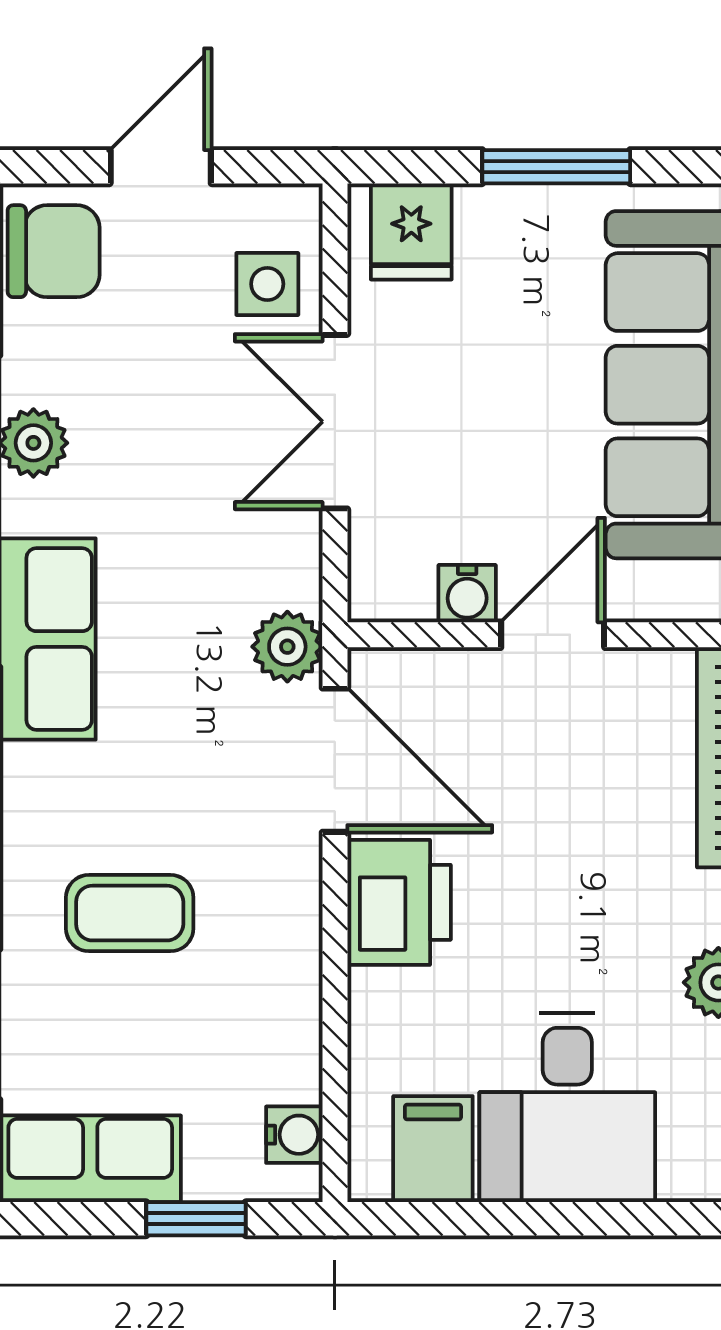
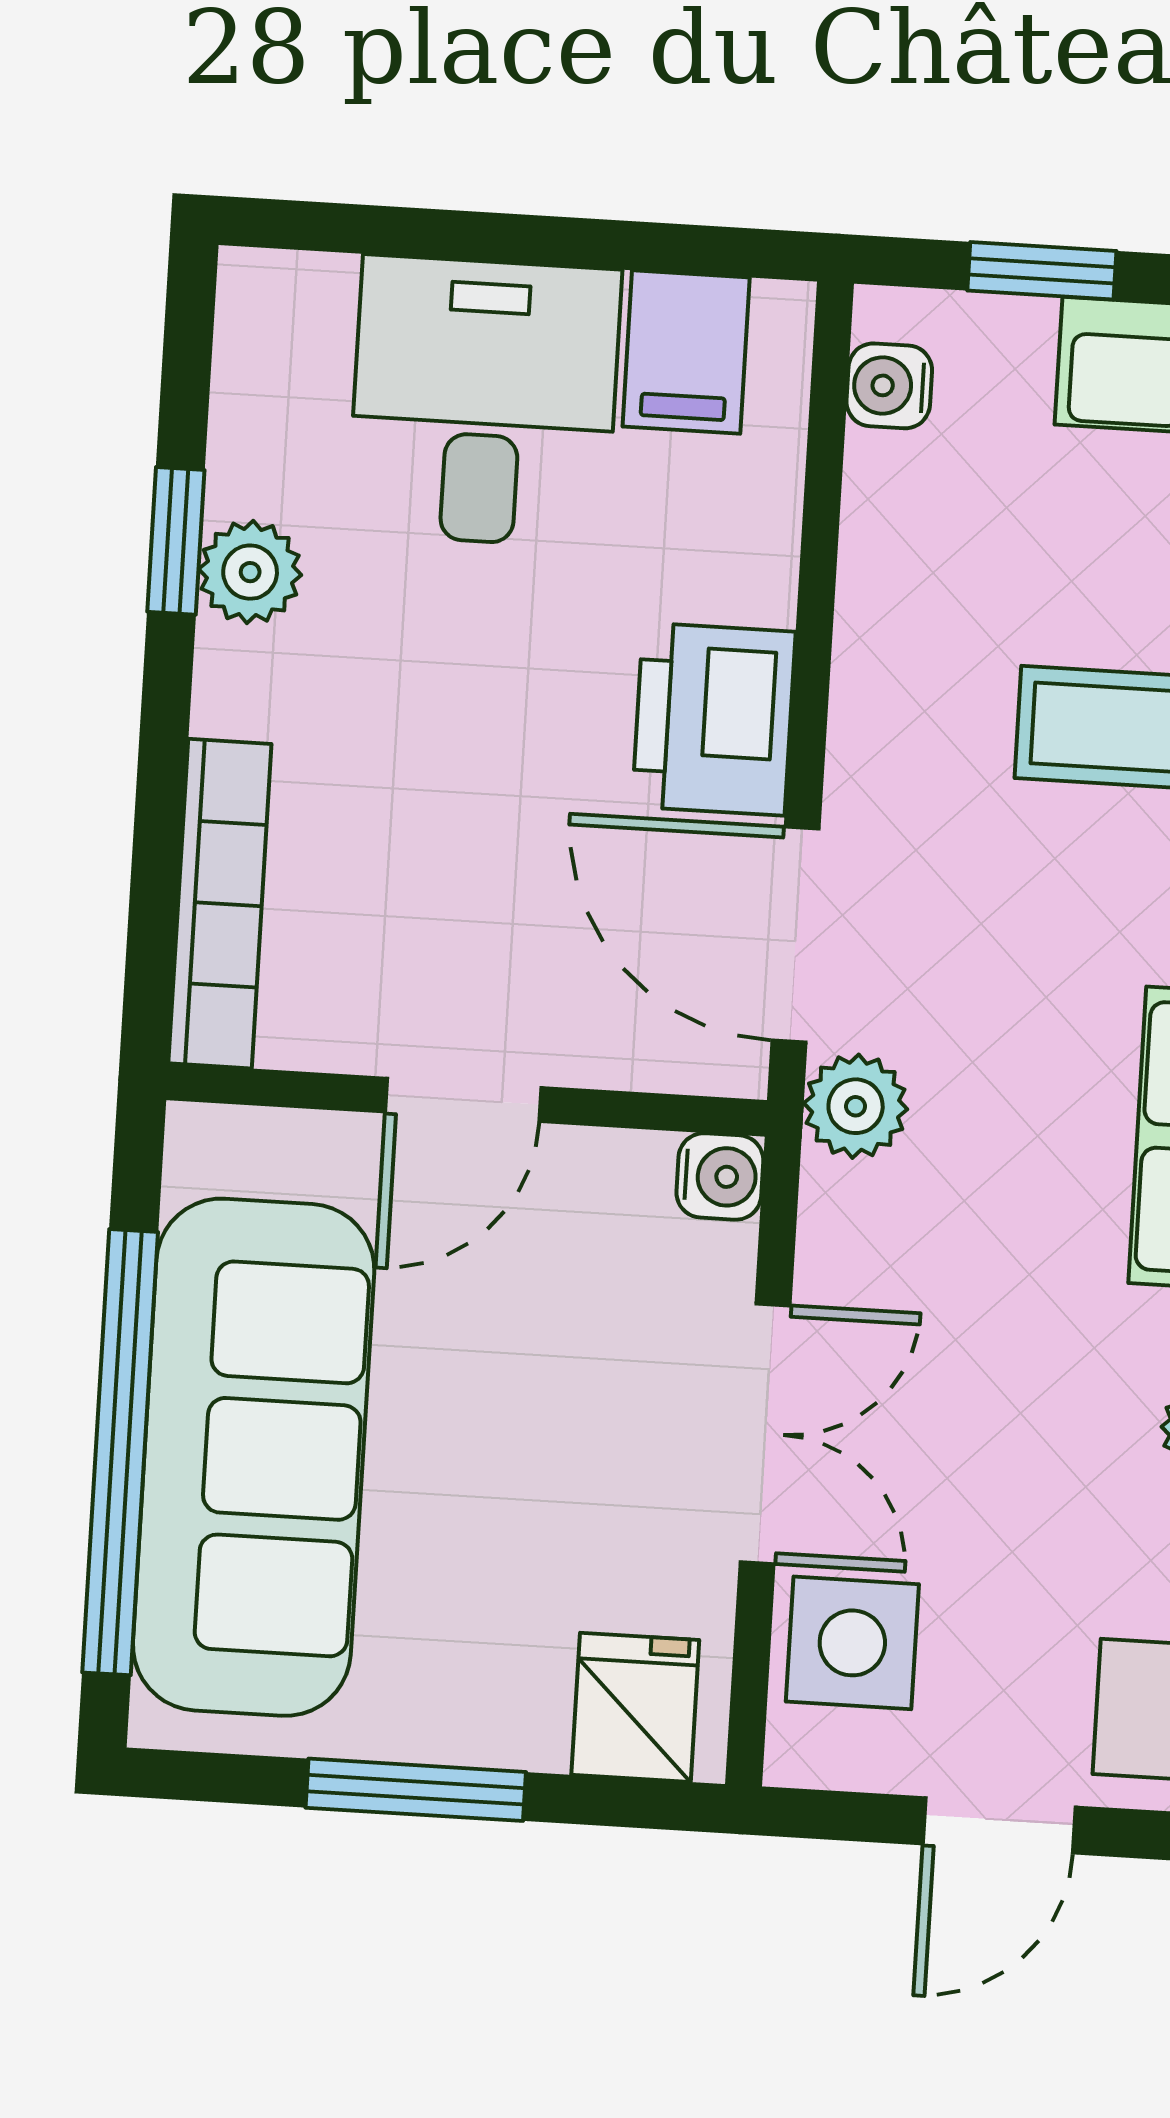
side table: (267, 284) -> (852, 1643), width x1.37, depth x1.37
water cooler: (467, 594) -> (720, 1176), moved, turned 90

